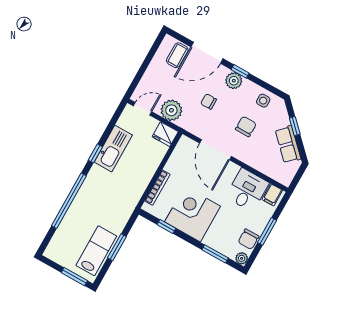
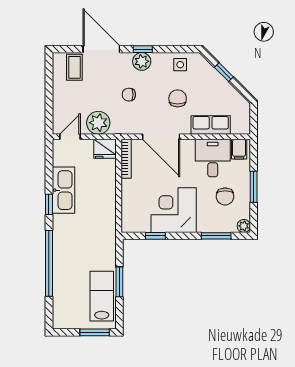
door: (207, 53) -> (101, 49), swing flipped
row of seats: (288, 144) -> (211, 125), moved, turned 135
bookcase: (157, 188) -> (126, 159), moved
chair: (248, 239) -> (225, 196), moved

